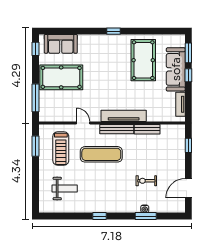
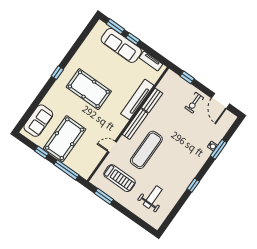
window: (36, 49) -> (42, 152), moved
pool table: (143, 60) -> (89, 89), moved
tv unit: (124, 116) -> (137, 100), moved
exercise bike: (146, 181) -> (194, 103), moved

